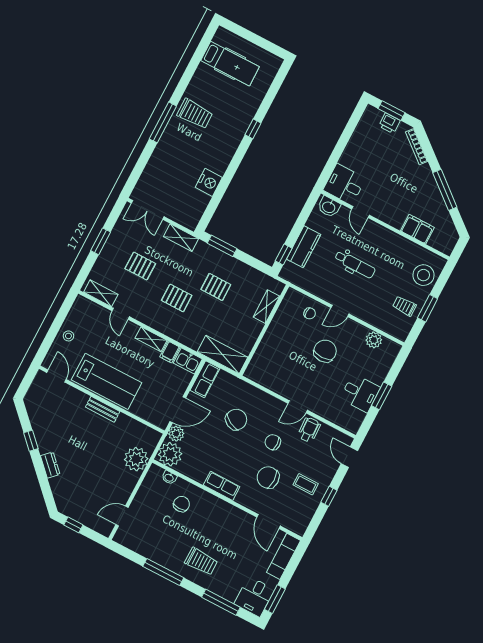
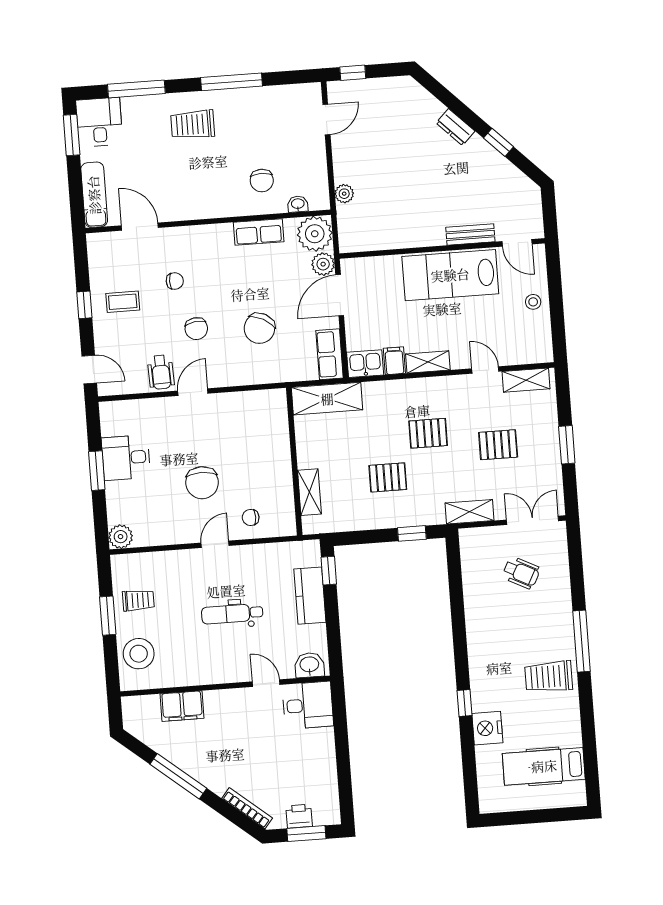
nightstand: (209, 182) -> (487, 728), moved
wheelchair: (173, 184) -> (521, 573), added
window: (222, 246) -> (412, 533), width x0.67
plant: (374, 340) -> (121, 537), moved
bench: (103, 409) -> (470, 234), moved
chair: (273, 442) -> (196, 329), turned 82
plant: (136, 459) -> (344, 194), width x0.53, depth x0.53
chair: (268, 477) -> (175, 281), width x0.54, depth x0.54
row of seats: (222, 486) -> (259, 232), moved
window: (73, 525) -> (353, 73), moved

